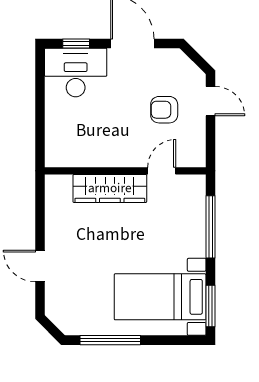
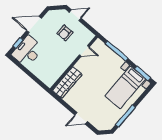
door: (162, 171) -> (84, 51), swing flipped
wardrobe: (110, 188) -> (67, 83), moved

